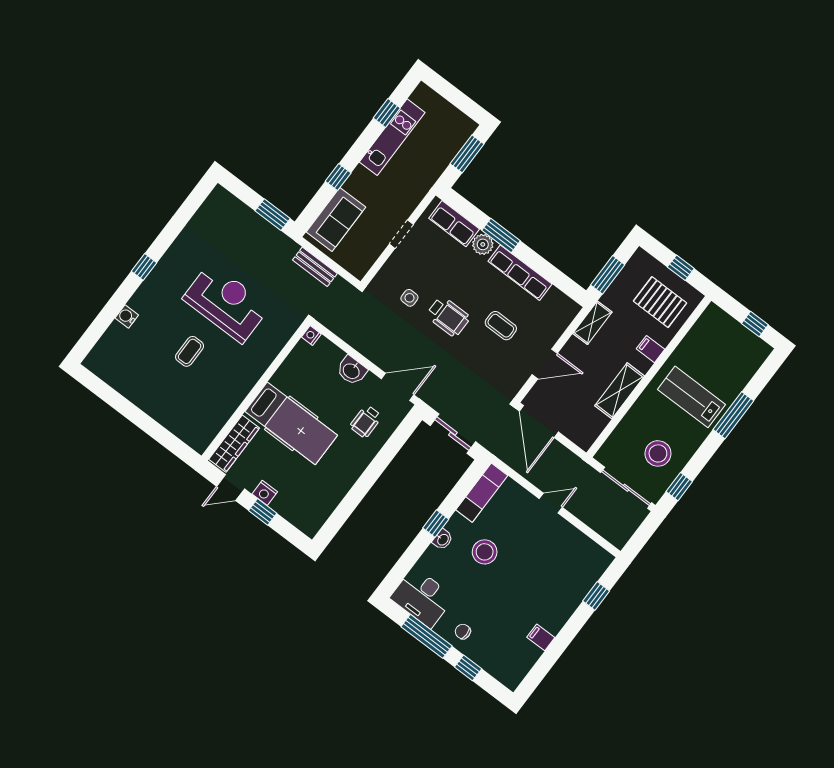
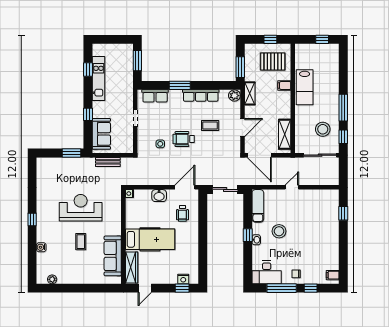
plant: (483, 244) -> (234, 96), moved
wheelchair: (448, 316) -> (184, 139), turned 180
plant: (108, 374) -> (52, 279), added
shelving: (620, 391) -> (285, 134), moved
lab bench: (692, 397) -> (305, 87), moved, turned -90
sofa: (220, 407) -> (113, 256), added
window: (733, 415) -> (343, 108), moved
nightstand: (265, 493) -> (183, 279), moved
window: (263, 512) -> (182, 288), moved
filing cabinet: (541, 637) -> (333, 275), moved

